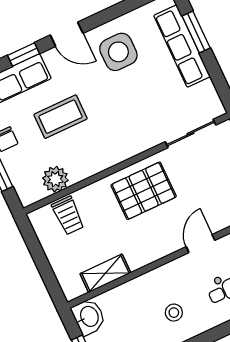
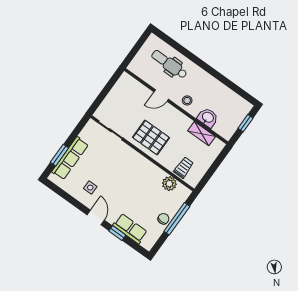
side table: (118, 52) -> (90, 188), width x0.54, depth x0.54
coffee table: (60, 117) -> (138, 198), removed
stool: (174, 313) -> (187, 100), moved
washbasin: (89, 317) -> (208, 118), moved, turned 90

